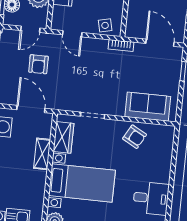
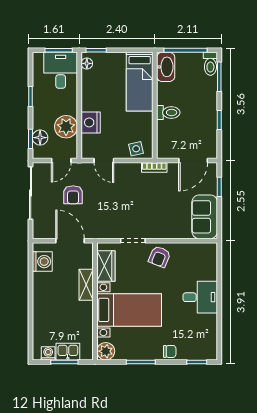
door: (160, 43) -> (193, 160), swing flipped
sofa: (148, 107) -> (205, 217), moved, turned -90
armchair: (135, 137) -> (159, 257), moved, turned 83
desk: (151, 198) -> (200, 297), moved

